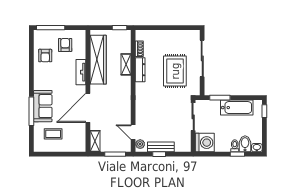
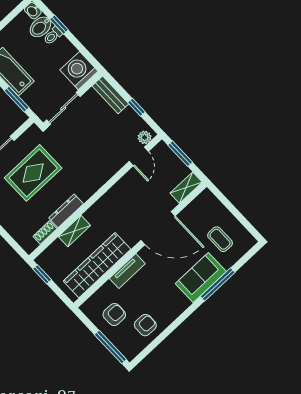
armchair: (65, 45) -> (114, 315), turned 180
bench: (161, 147) -> (110, 95), moved

